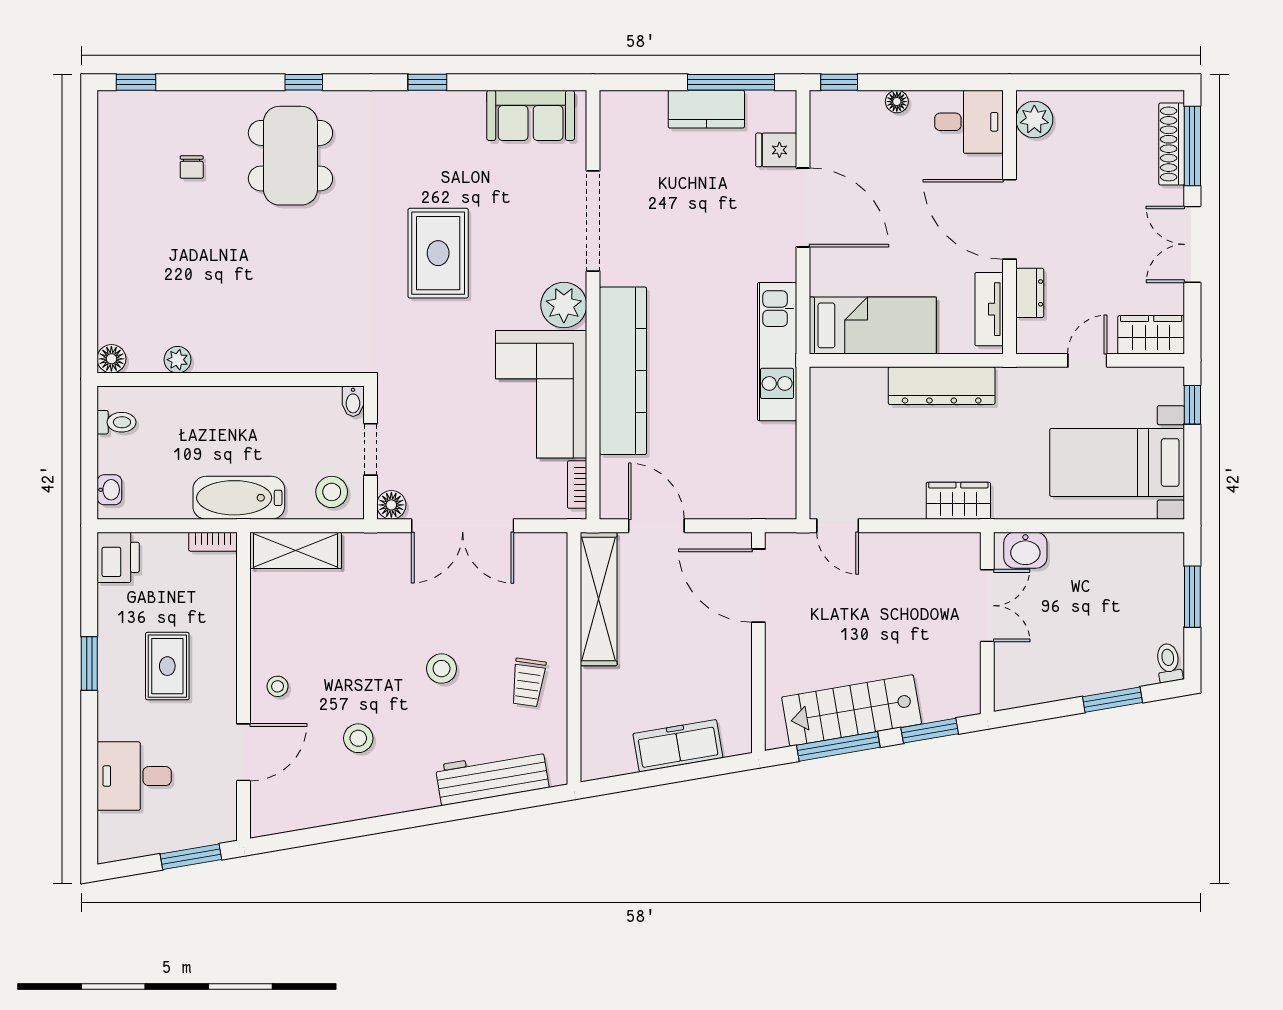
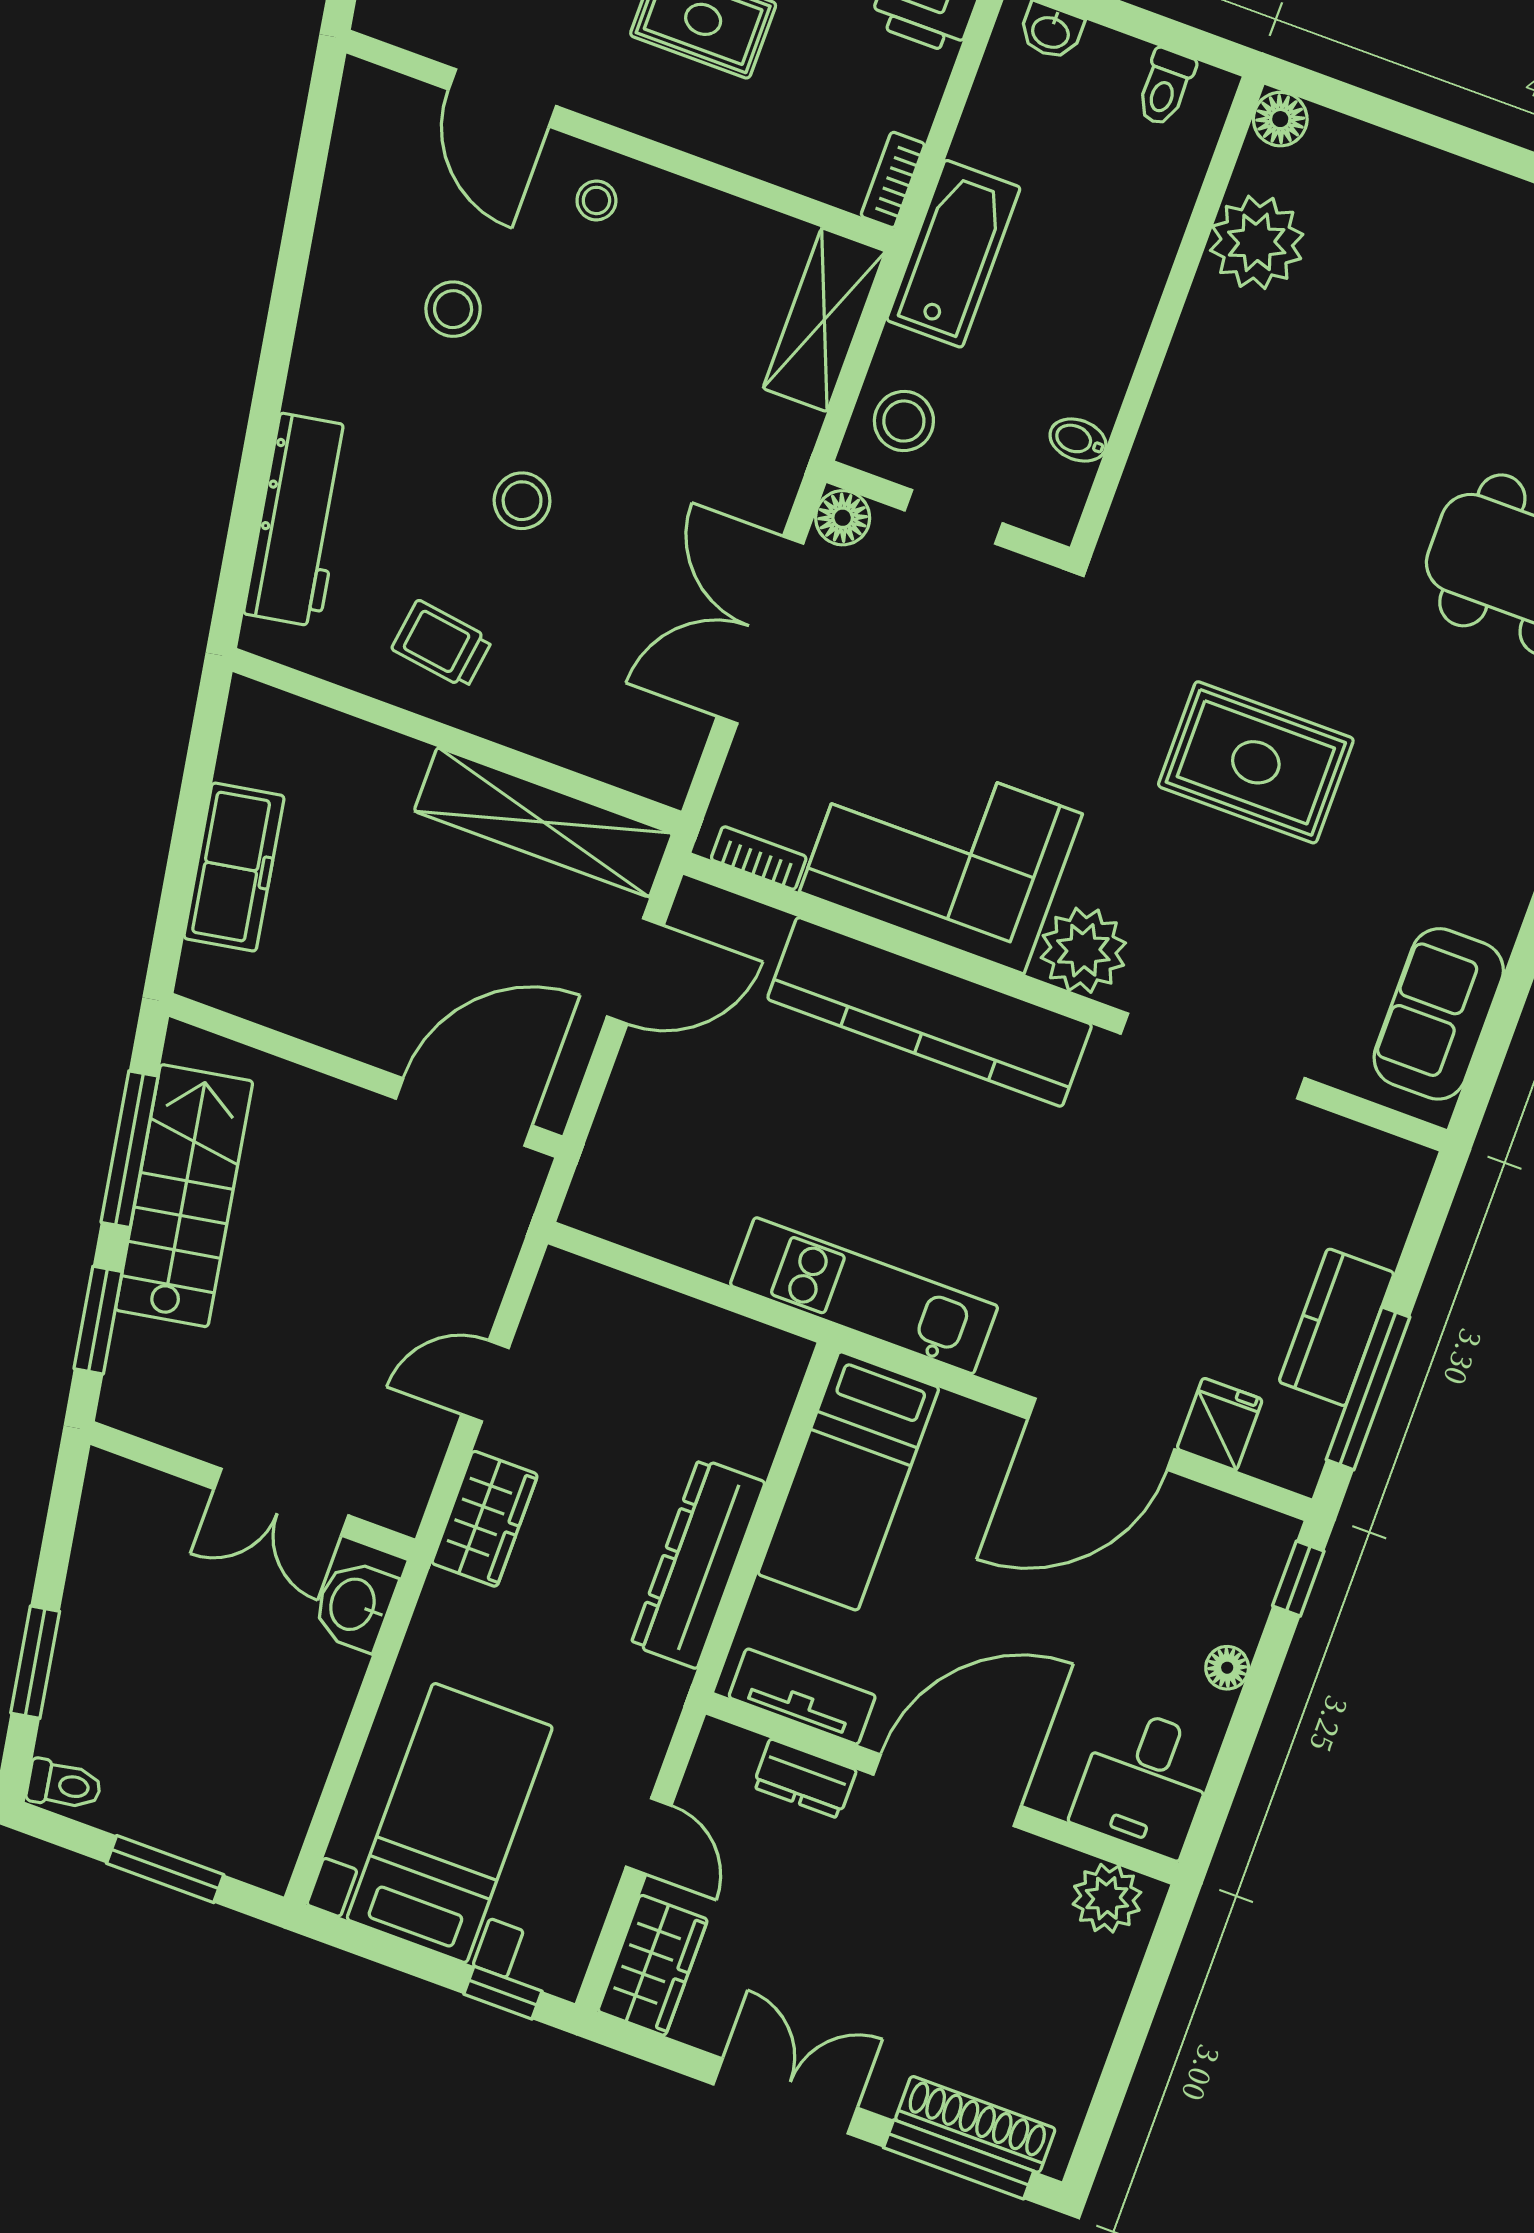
plant: (178, 360) -> (1257, 242), width x1.88, depth x1.88
bidet: (353, 401) -> (1078, 440), moved
door: (838, 526) -> (485, 1381), moved

